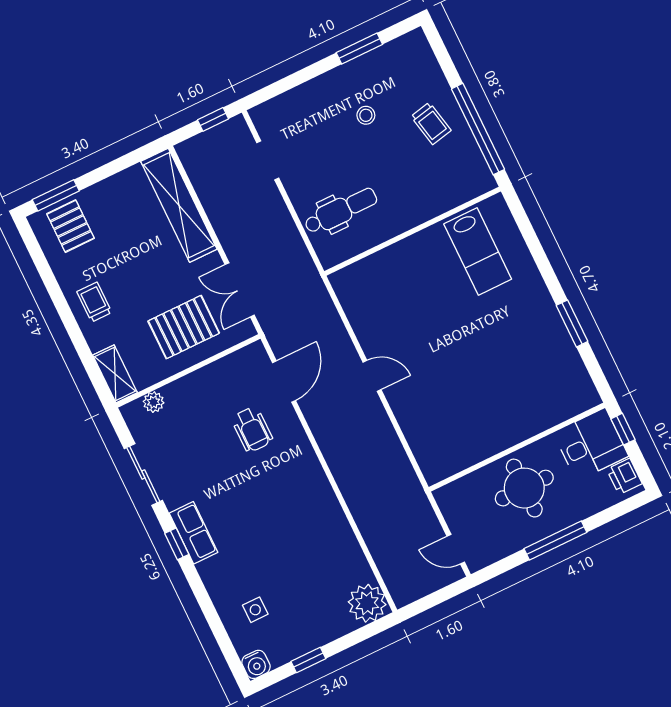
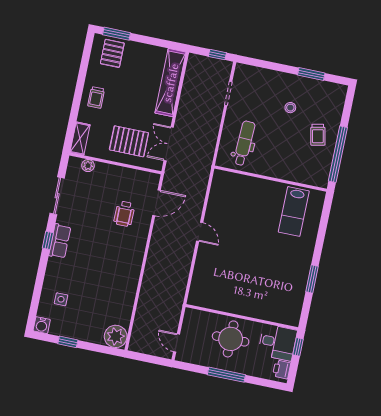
dental chair: (341, 211) -> (244, 143), turned -88
trolley: (94, 302) -> (96, 97), turned 180

